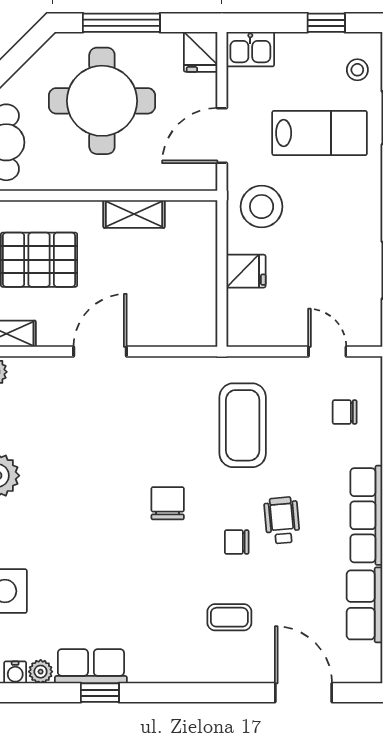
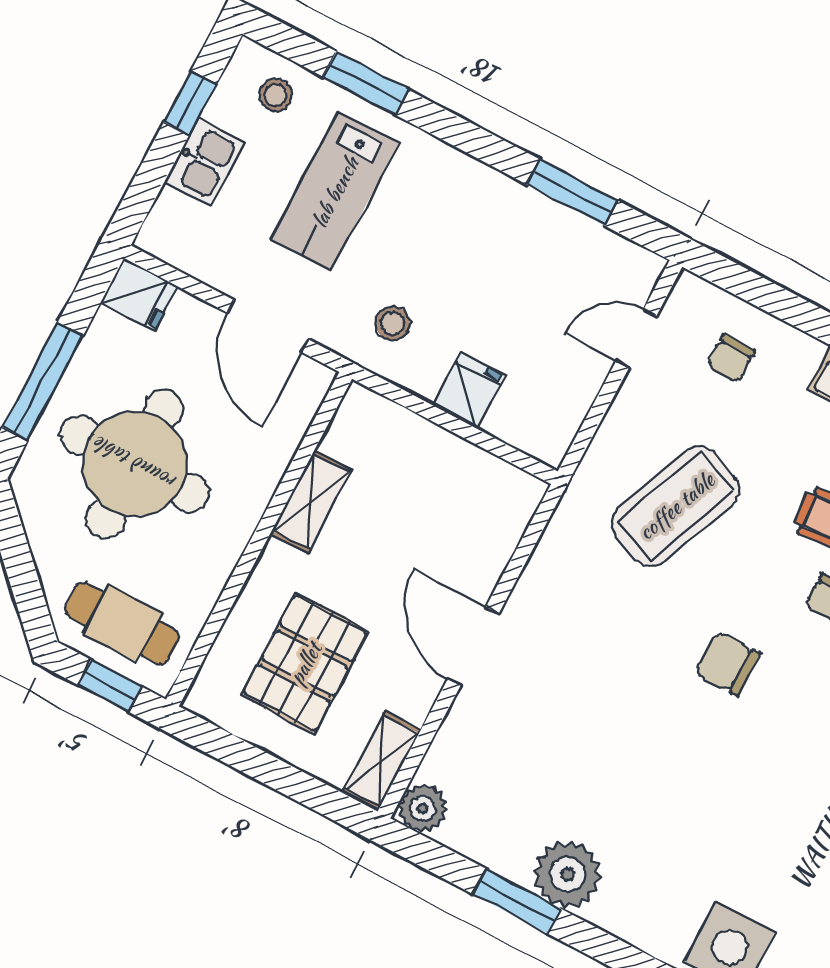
kitchen sink: (250, 49) -> (205, 162), moved
lab bench: (320, 133) -> (335, 192), turned 180
stool: (262, 207) -> (393, 323), width x0.53, depth x0.53
coffee table: (243, 425) -> (676, 506), turned -68

